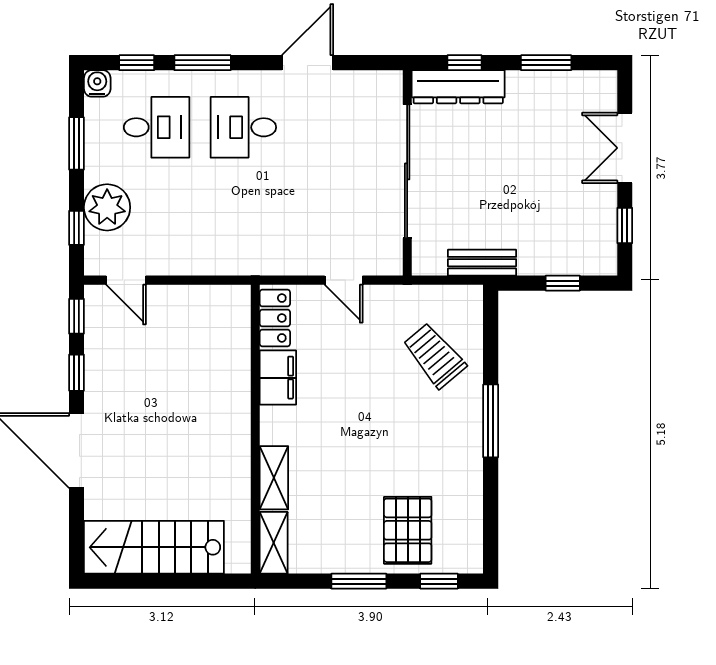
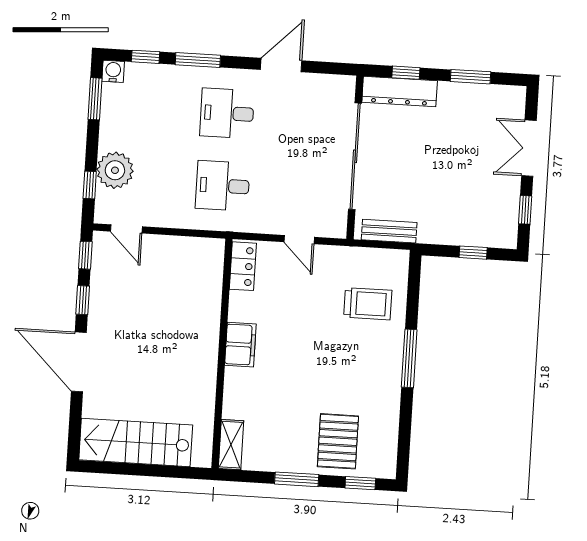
desk: (157, 127) -> (223, 186), moved, turned 180
window: (76, 143) -> (95, 99), moved
bench: (482, 263) -> (389, 231), moved
trolley: (434, 356) -> (368, 304), turned 130
filing cabinet: (278, 378) -> (240, 345), moved
shelving: (274, 478) -> (234, 393), removed

